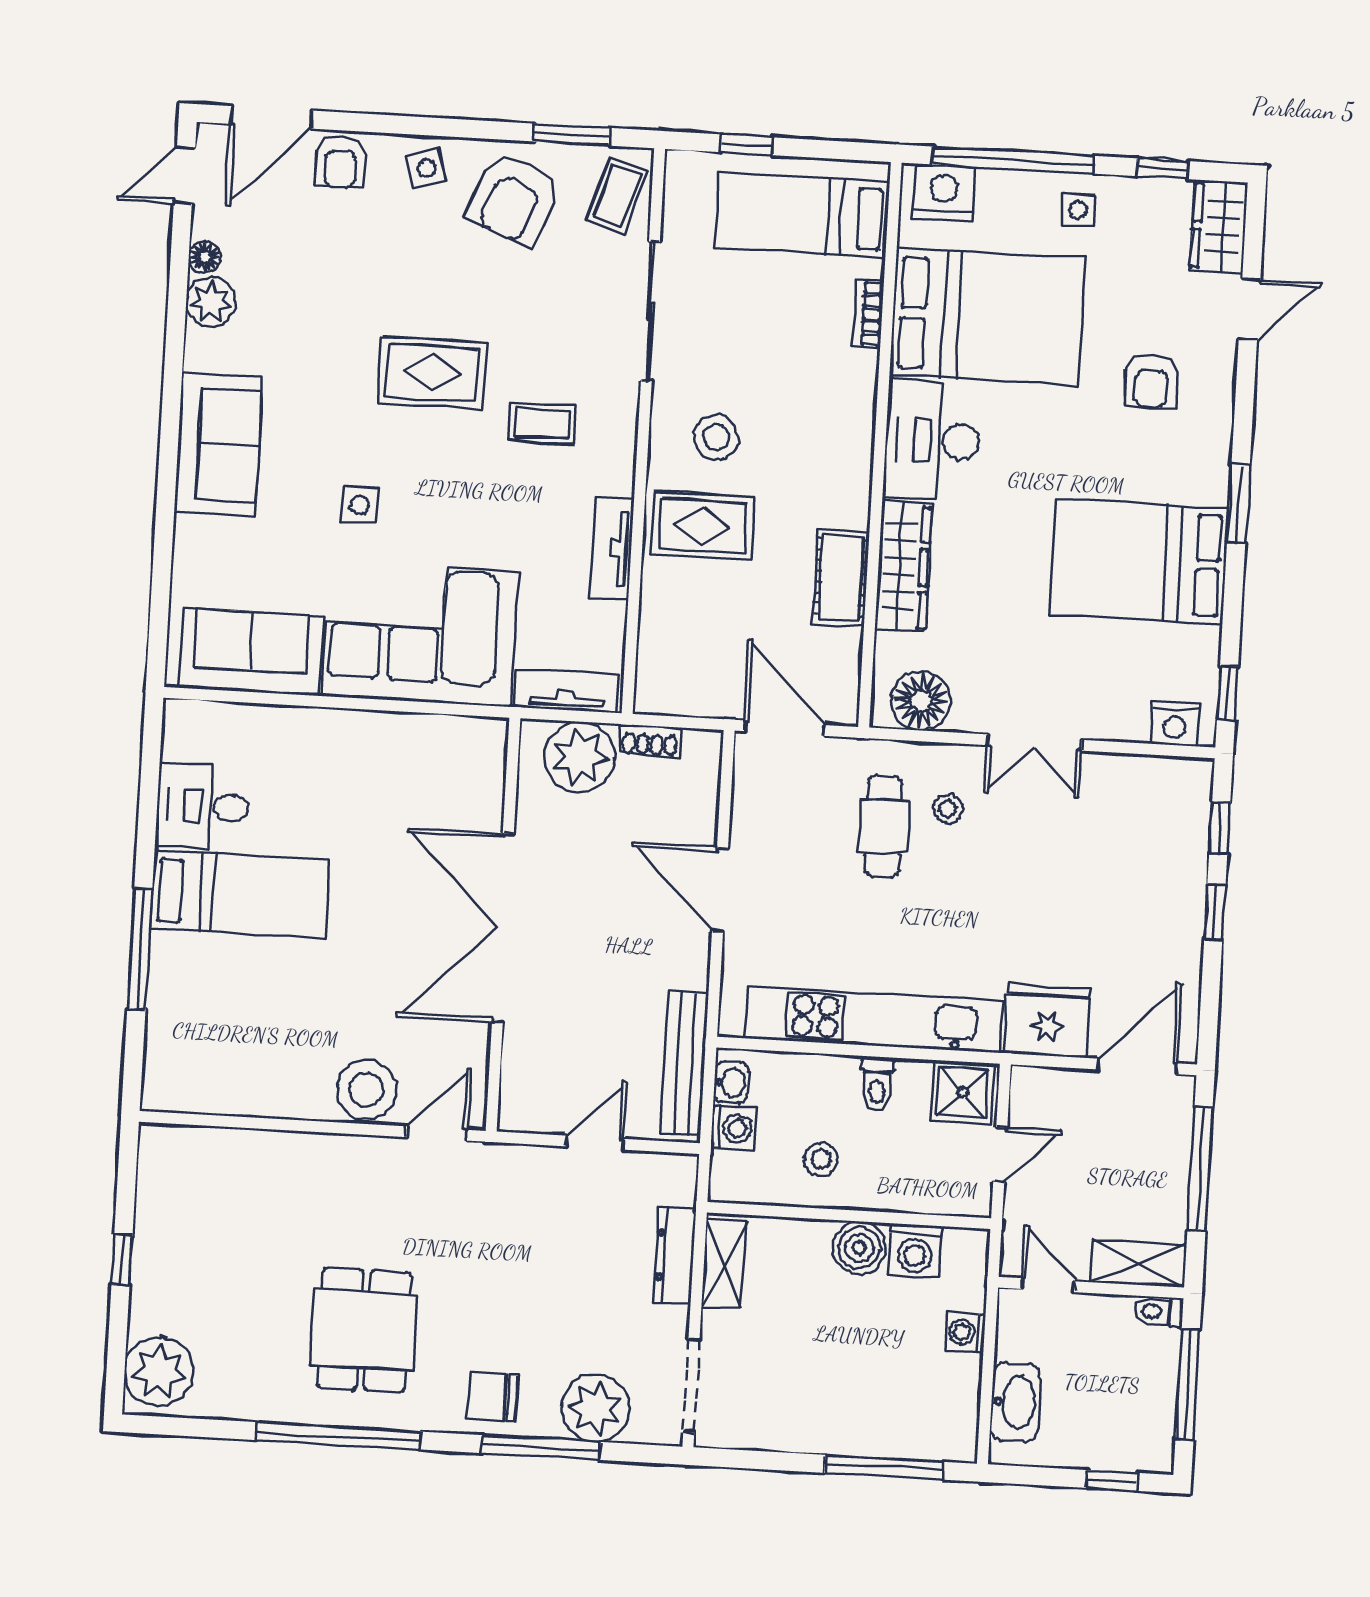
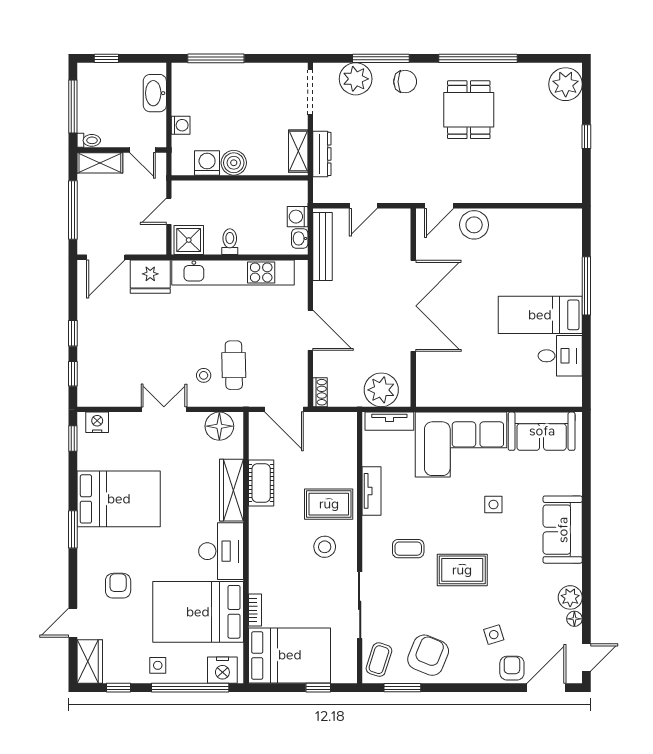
side table: (427, 168) -> (494, 635), moved
bed: (802, 215) -> (290, 655), width x1.50
shoe rack: (650, 741) -> (320, 392), moved, turned 90
stool: (821, 1159) -> (255, 204), removed

